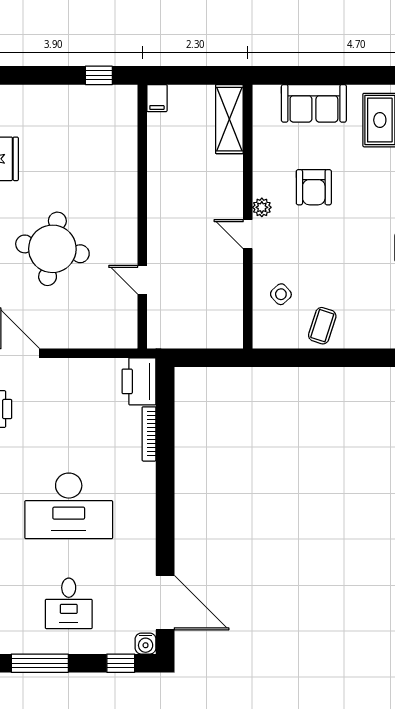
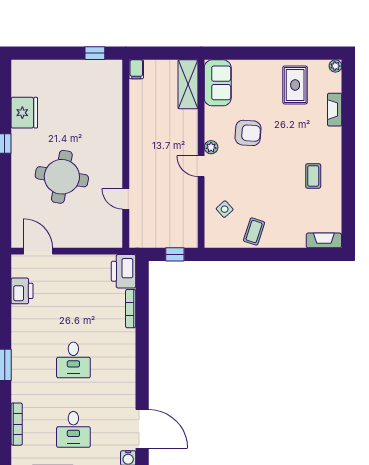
sofa: (314, 103) -> (218, 83), moved, turned -90
armchair: (314, 187) -> (248, 133), turned -86
window: (211, 358) -> (175, 254), added
desk: (69, 506) -> (73, 360), width x0.53, depth x0.77

